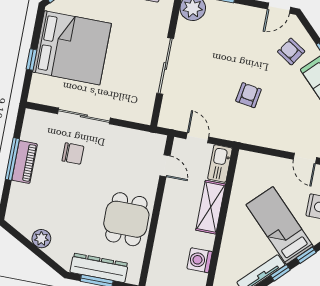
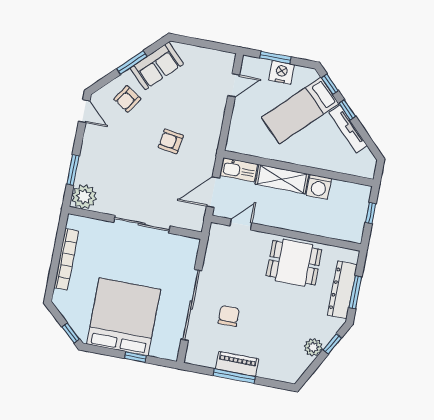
sliding door: (84, 116) -> (191, 305), width x1.36
door: (197, 138) -> (213, 192), width x1.38
window: (45, 258) -> (332, 344), added
washing machine: (200, 260) -> (319, 187), moved

